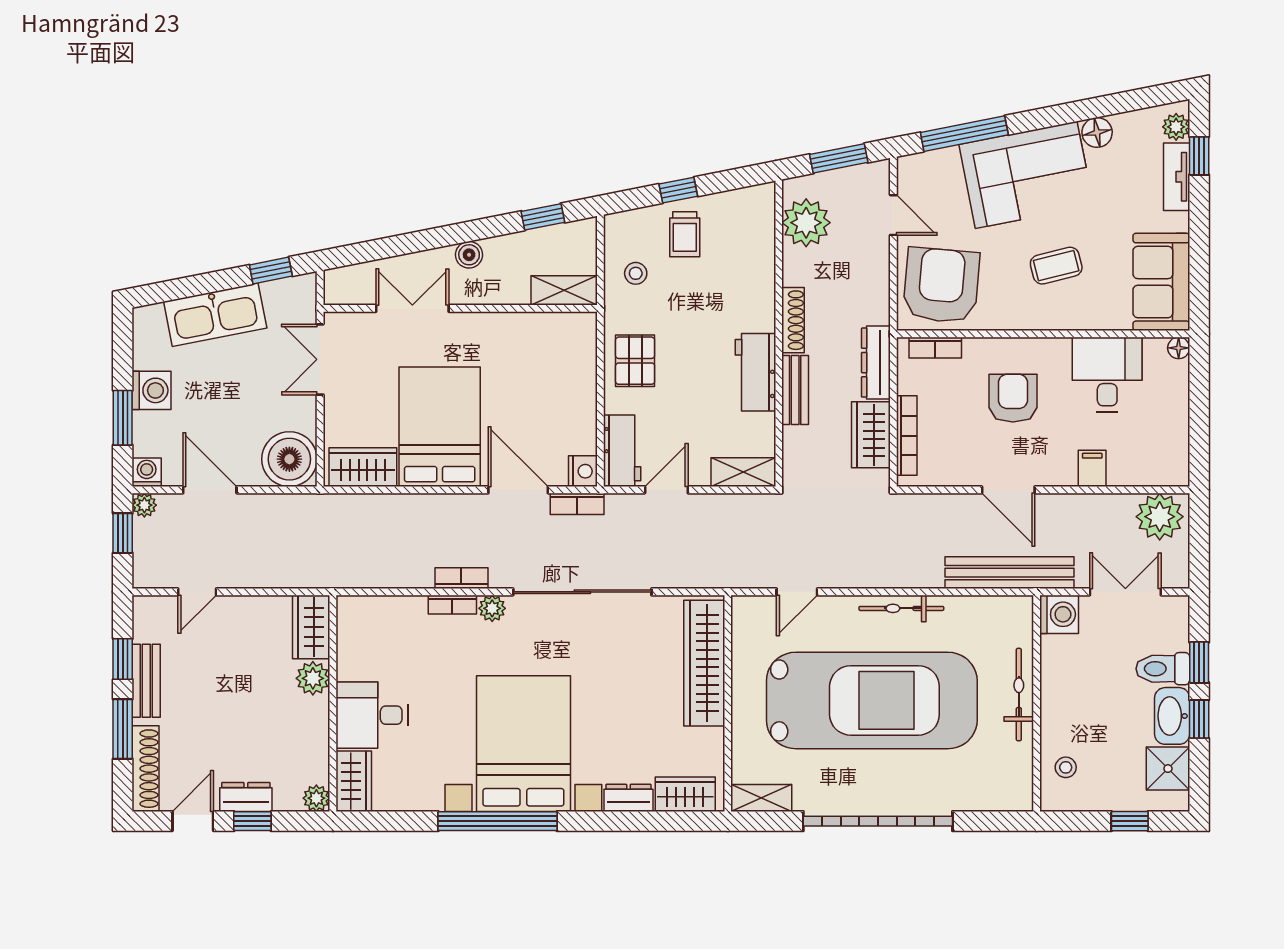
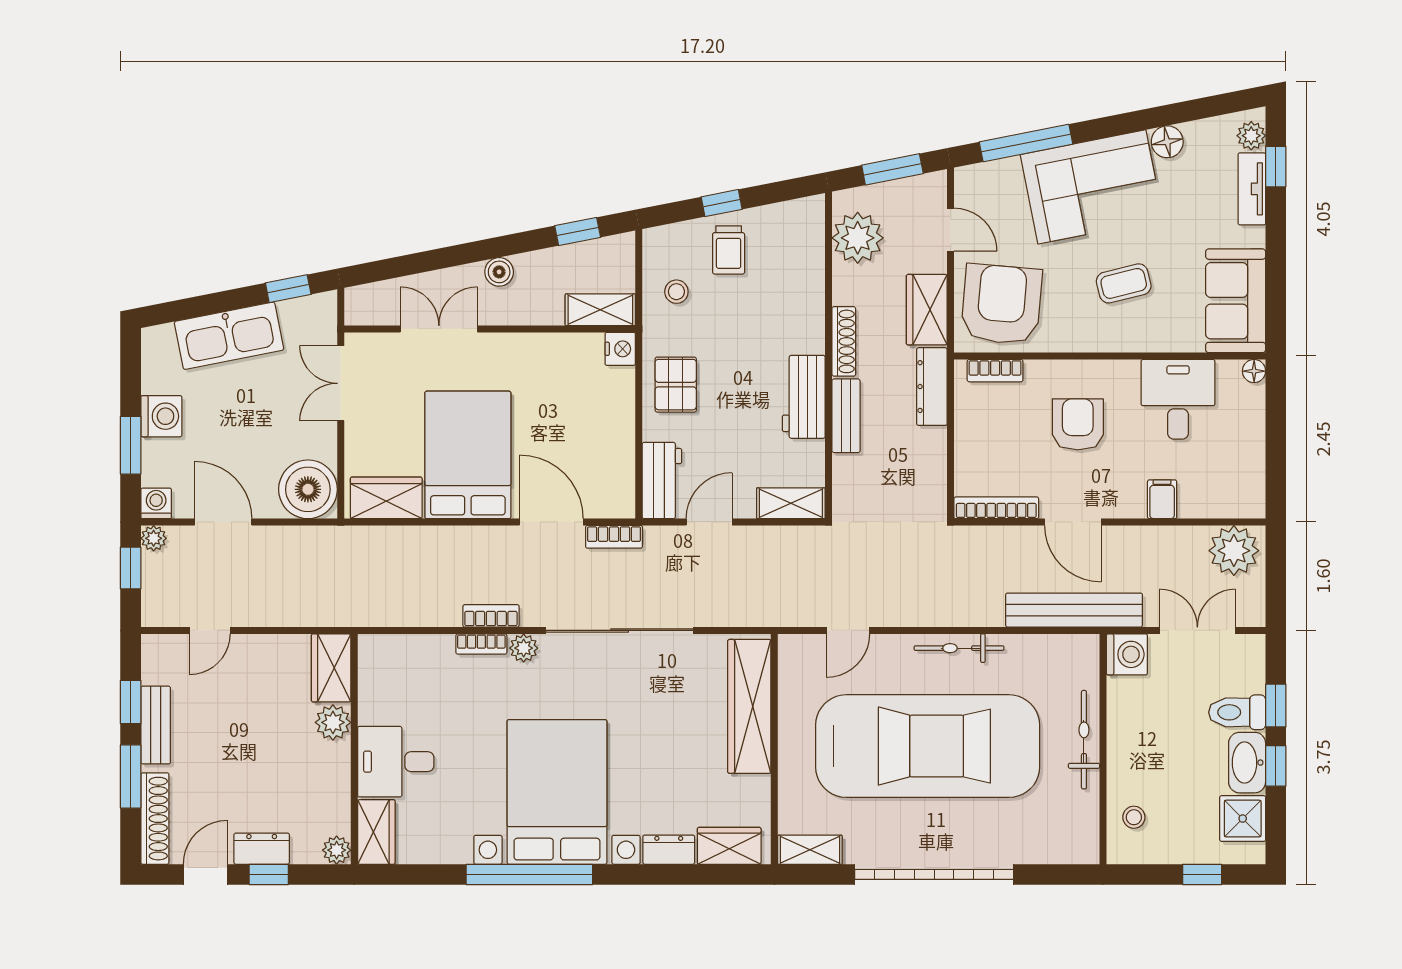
wardrobe: (871, 435) -> (927, 310), moved
bookcase: (907, 436) -> (996, 508), moved, turned -90
nightstand: (583, 471) -> (620, 349), moved

